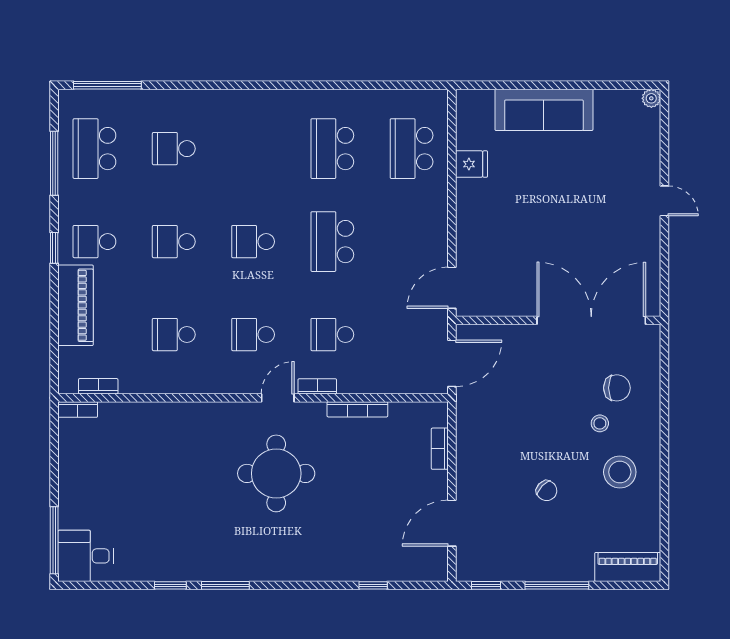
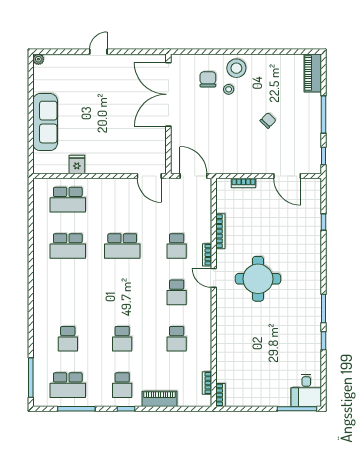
school desk: (253, 242) -> (122, 292), removed
piano: (76, 305) -> (160, 399), width x0.73, depth x0.75
stool: (620, 472) -> (236, 68), moved

